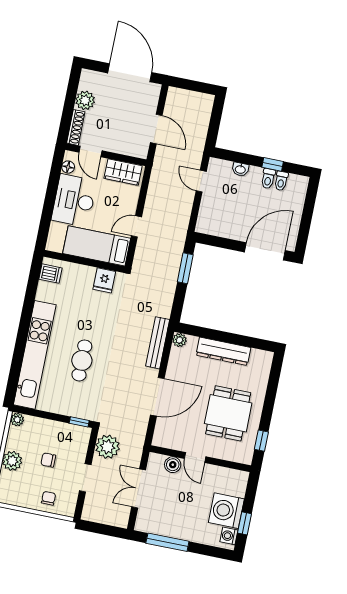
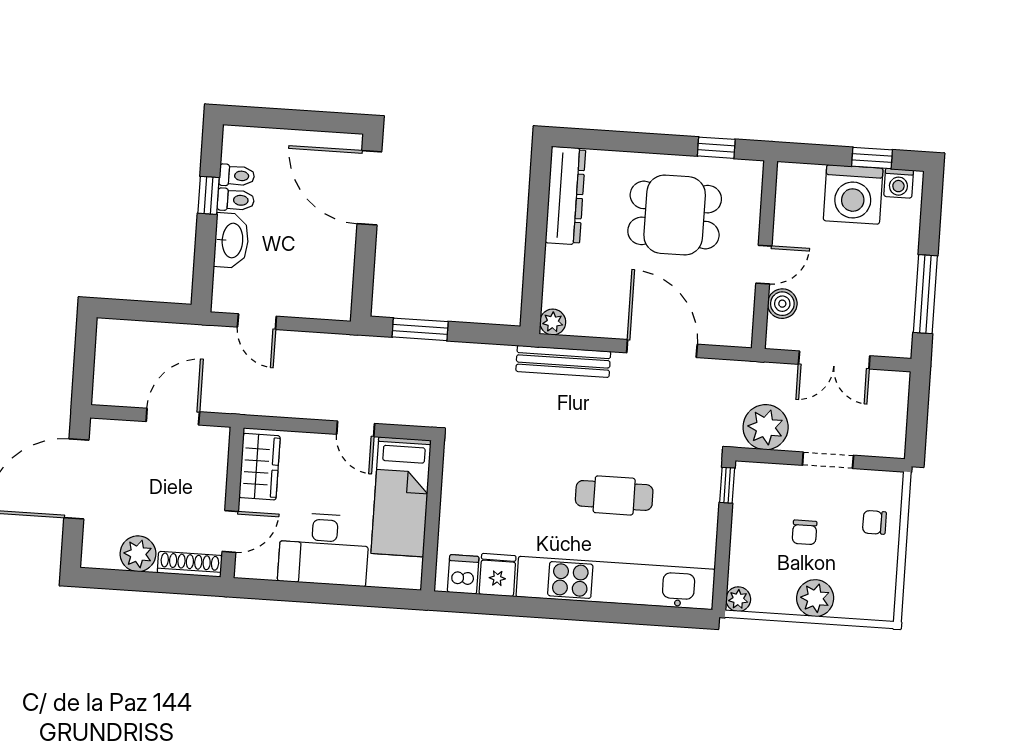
floor lamp: (68, 167) -> (264, 568), removed
washbasin: (240, 169) -> (231, 240), width x1.91, depth x1.45
door: (201, 181) -> (257, 322), hinge flipped
fridge: (104, 280) -> (498, 575), moved, turned -90
dresser: (223, 351) -> (565, 196), moved

